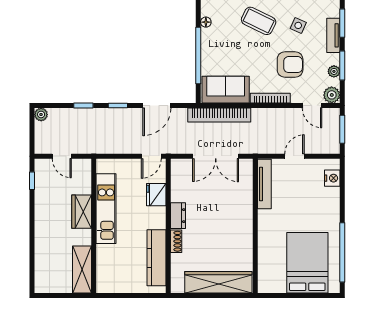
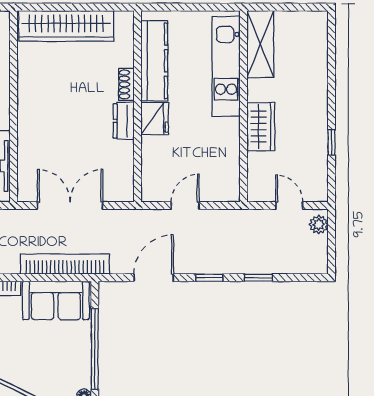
plant: (41, 114) -> (319, 225), moved
door: (151, 156) -> (185, 205), moved
window: (32, 181) -> (331, 142), moved
fridge: (156, 195) -> (155, 119), moved
kitchen unit: (106, 209) -> (226, 66), moved

